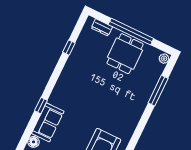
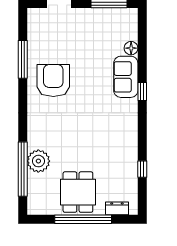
plant: (164, 59) -> (38, 161), moved, width x1.87, depth x1.87
window: (158, 91) -> (23, 169), width x1.46

